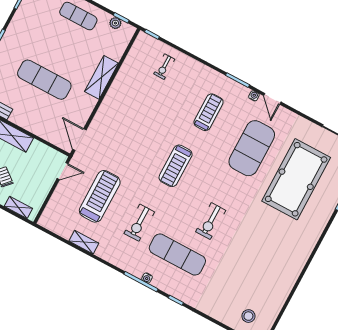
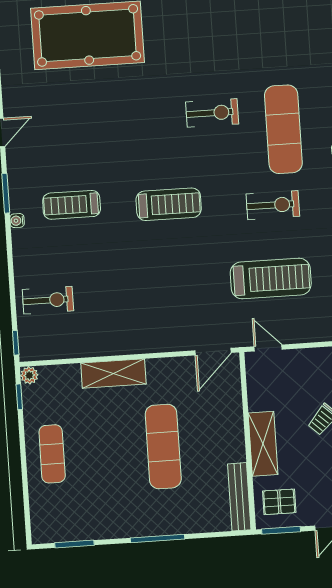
plant: (115, 23) -> (29, 375), moved
exercise bike: (164, 67) -> (48, 300), width x1.38, depth x1.39
water cooler: (254, 96) -> (17, 221), moved
exercise mat: (252, 148) -> (83, 119), removed
treadmill: (100, 196) -> (271, 279), turned 180

